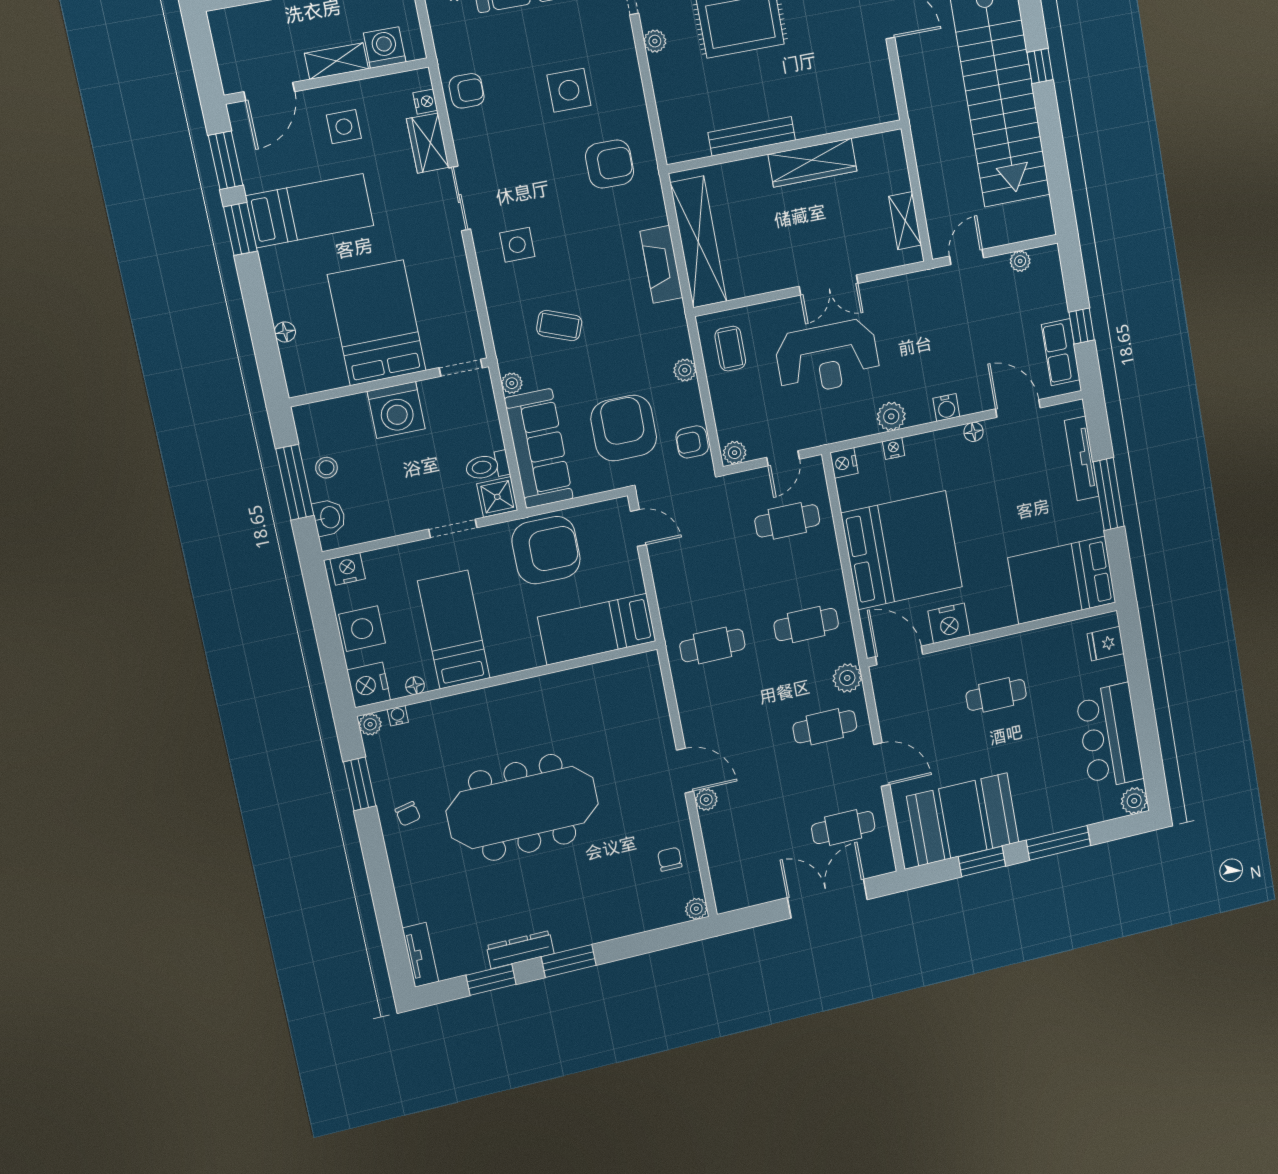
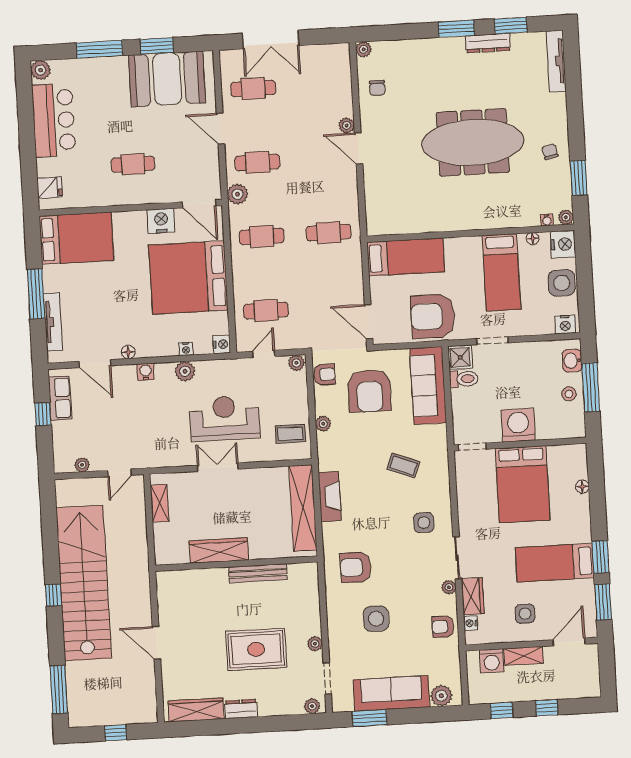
coffee table: (730, 349) -> (290, 434), turned 90
plant: (512, 383) -> (449, 587), moved
door: (638, 528) -> (369, 322), width x1.38
tv unit: (420, 955) -> (556, 61), width x1.41

